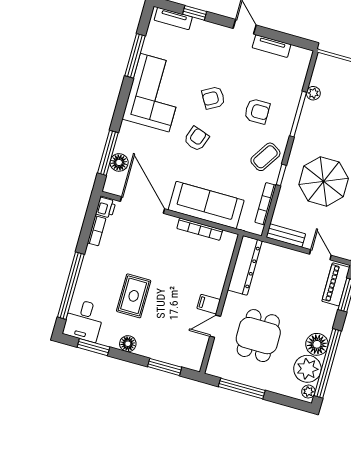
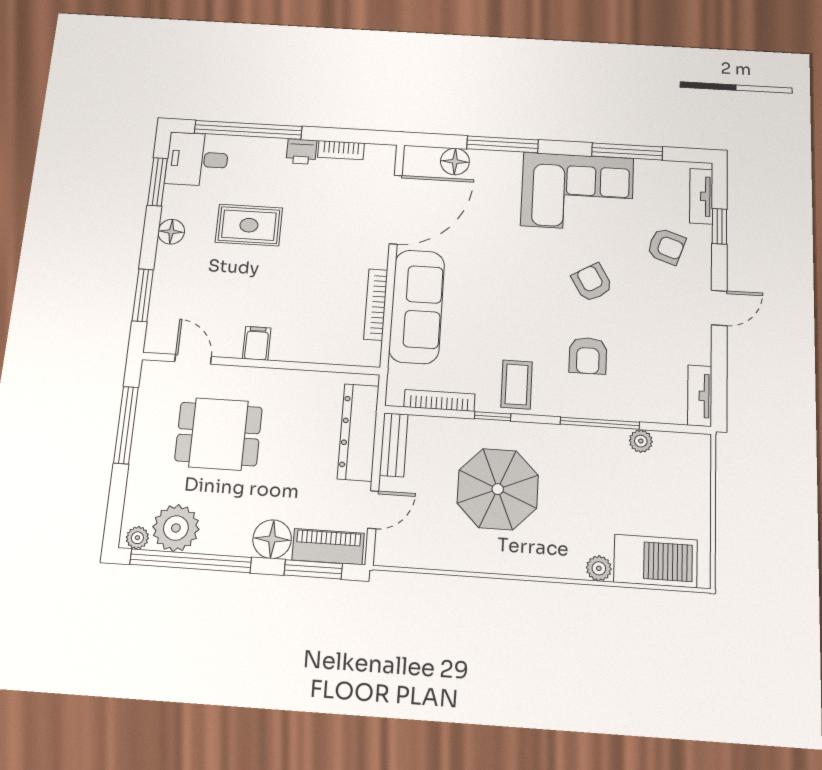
tv unit: (272, 46) -> (700, 396), moved
armchair: (196, 139) -> (666, 246), moved
window: (108, 153) -> (503, 144), moved
coffee table: (265, 157) -> (517, 385), turned 57
printer: (106, 208) -> (301, 152), moved
dresser: (245, 265) -> (358, 432), moved, turned 90
door: (215, 326) -> (193, 359), moved
floor lamp: (317, 344) -> (272, 539), moved

